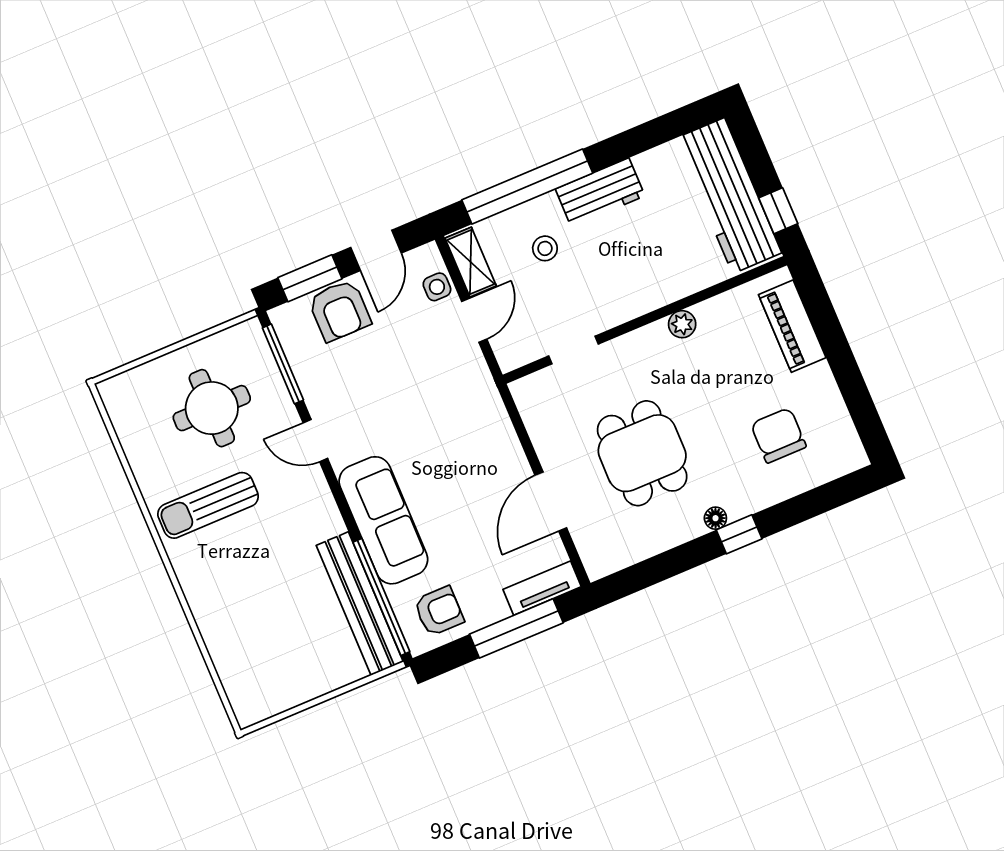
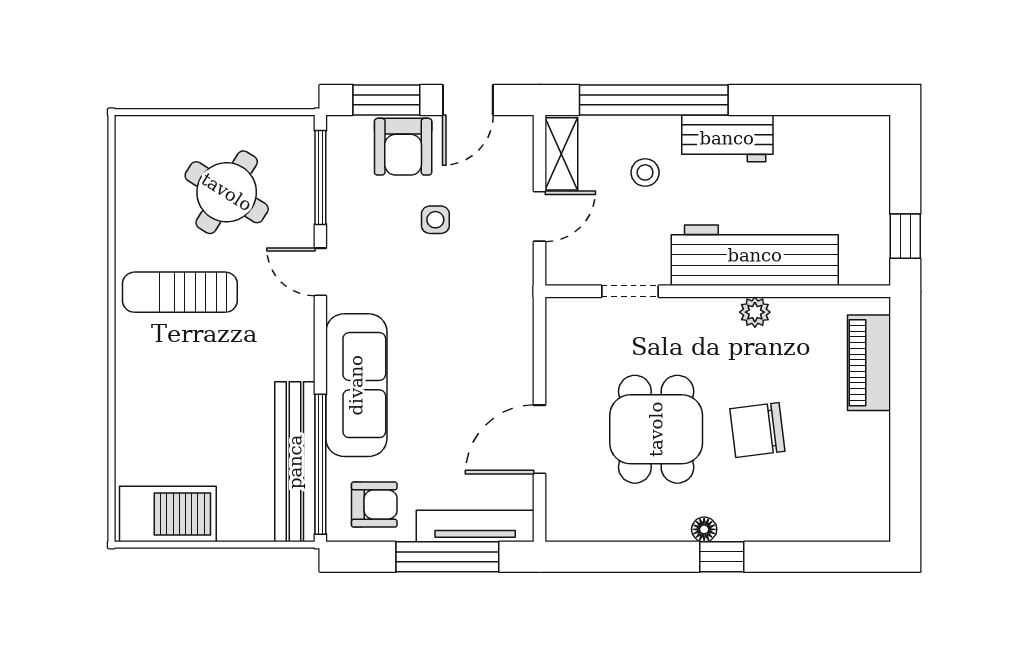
workbench: (729, 196) -> (755, 255), moved, turned 90
side table: (437, 287) -> (435, 220), moved
round table: (212, 408) -> (227, 192), turned 32
chair: (778, 435) -> (757, 430), moved, turned -97
tv unit: (542, 588) -> (475, 526), width x1.41
barbecue: (275, 690) -> (168, 514), added

